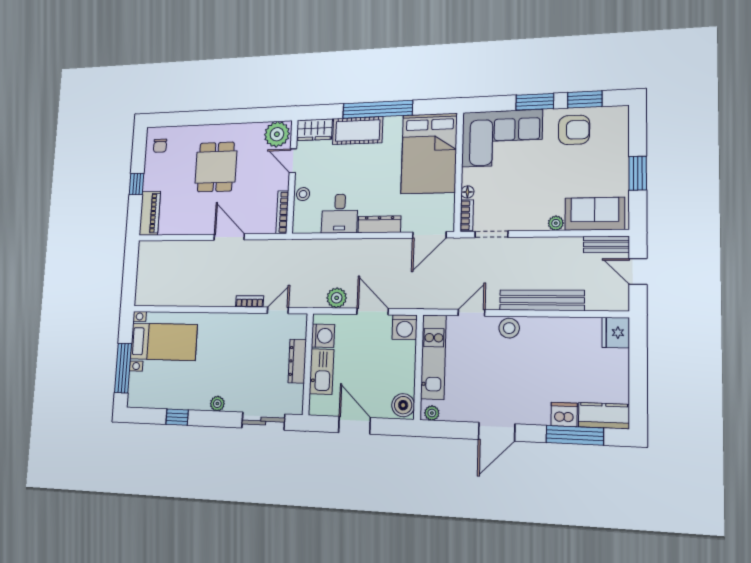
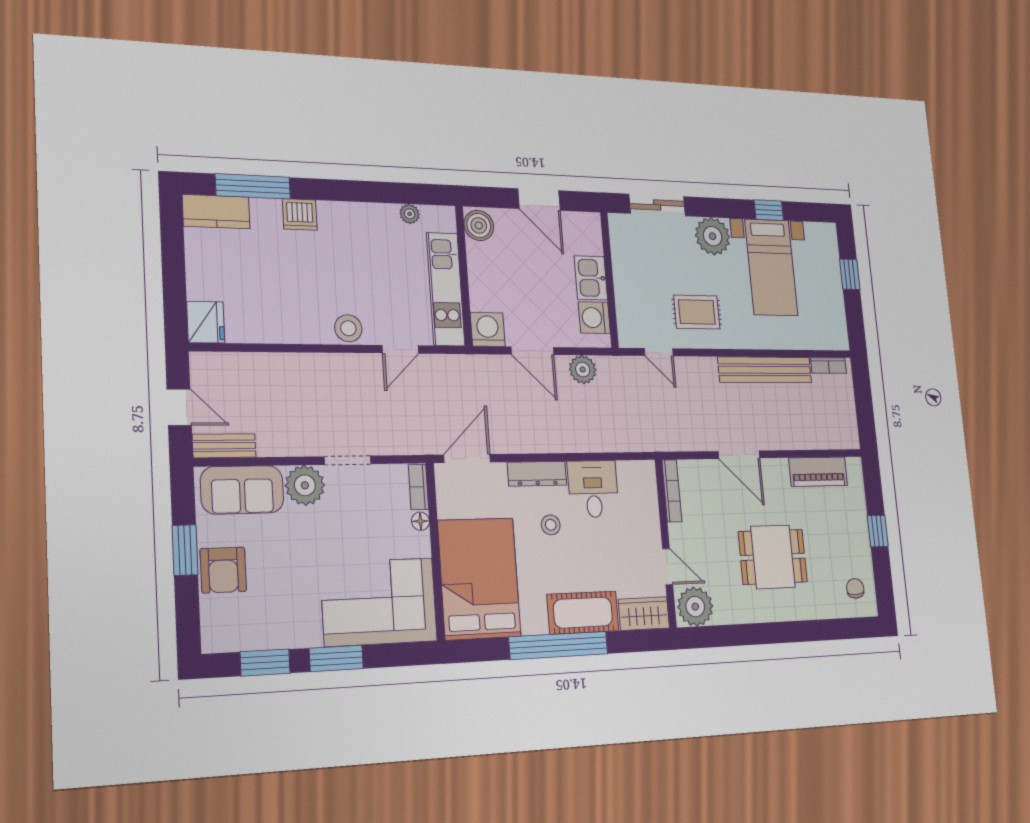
armchair: (574, 130) -> (223, 570), moved, turned -90
dining table: (216, 167) -> (773, 557), turned 90
stool: (303, 194) -> (551, 525), moved
piano: (150, 213) -> (818, 472), moved, turned -90
plant: (556, 223) -> (305, 485), width x1.88, depth x1.88
doorway: (491, 234) -> (348, 460), moved
bench: (542, 300) -> (765, 370), moved
bookcase: (250, 301) -> (828, 365), moved
door: (278, 310) -> (659, 352), hinge flipped
rug: (245, 340) -> (697, 312), added
bed with nightstands: (164, 342) -> (771, 267), moved, turned -90
dresser: (297, 361) -> (624, 284), removed
window: (123, 368) -> (850, 274), width x0.46
kitchen sink: (322, 372) -> (591, 278), width x0.73
plant: (217, 404) -> (713, 236), width x1.88, depth x1.88
plant: (432, 413) -> (410, 214), moved
dishwasher: (564, 414) -> (300, 214), moved
door: (497, 432) -> (354, 191), removed

